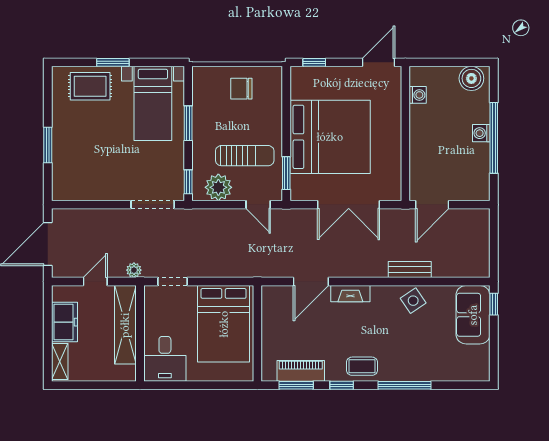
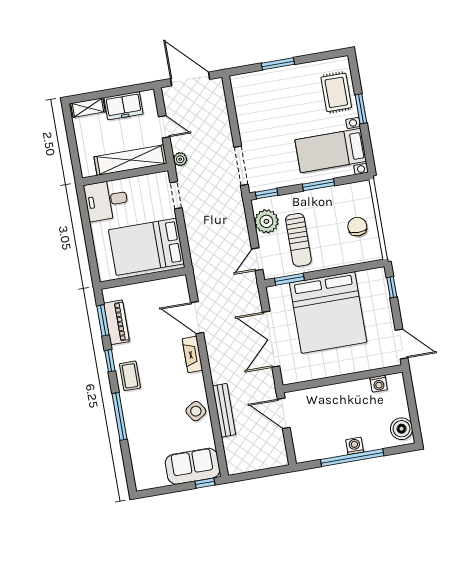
bench: (410, 270) -> (224, 410), width x1.36

